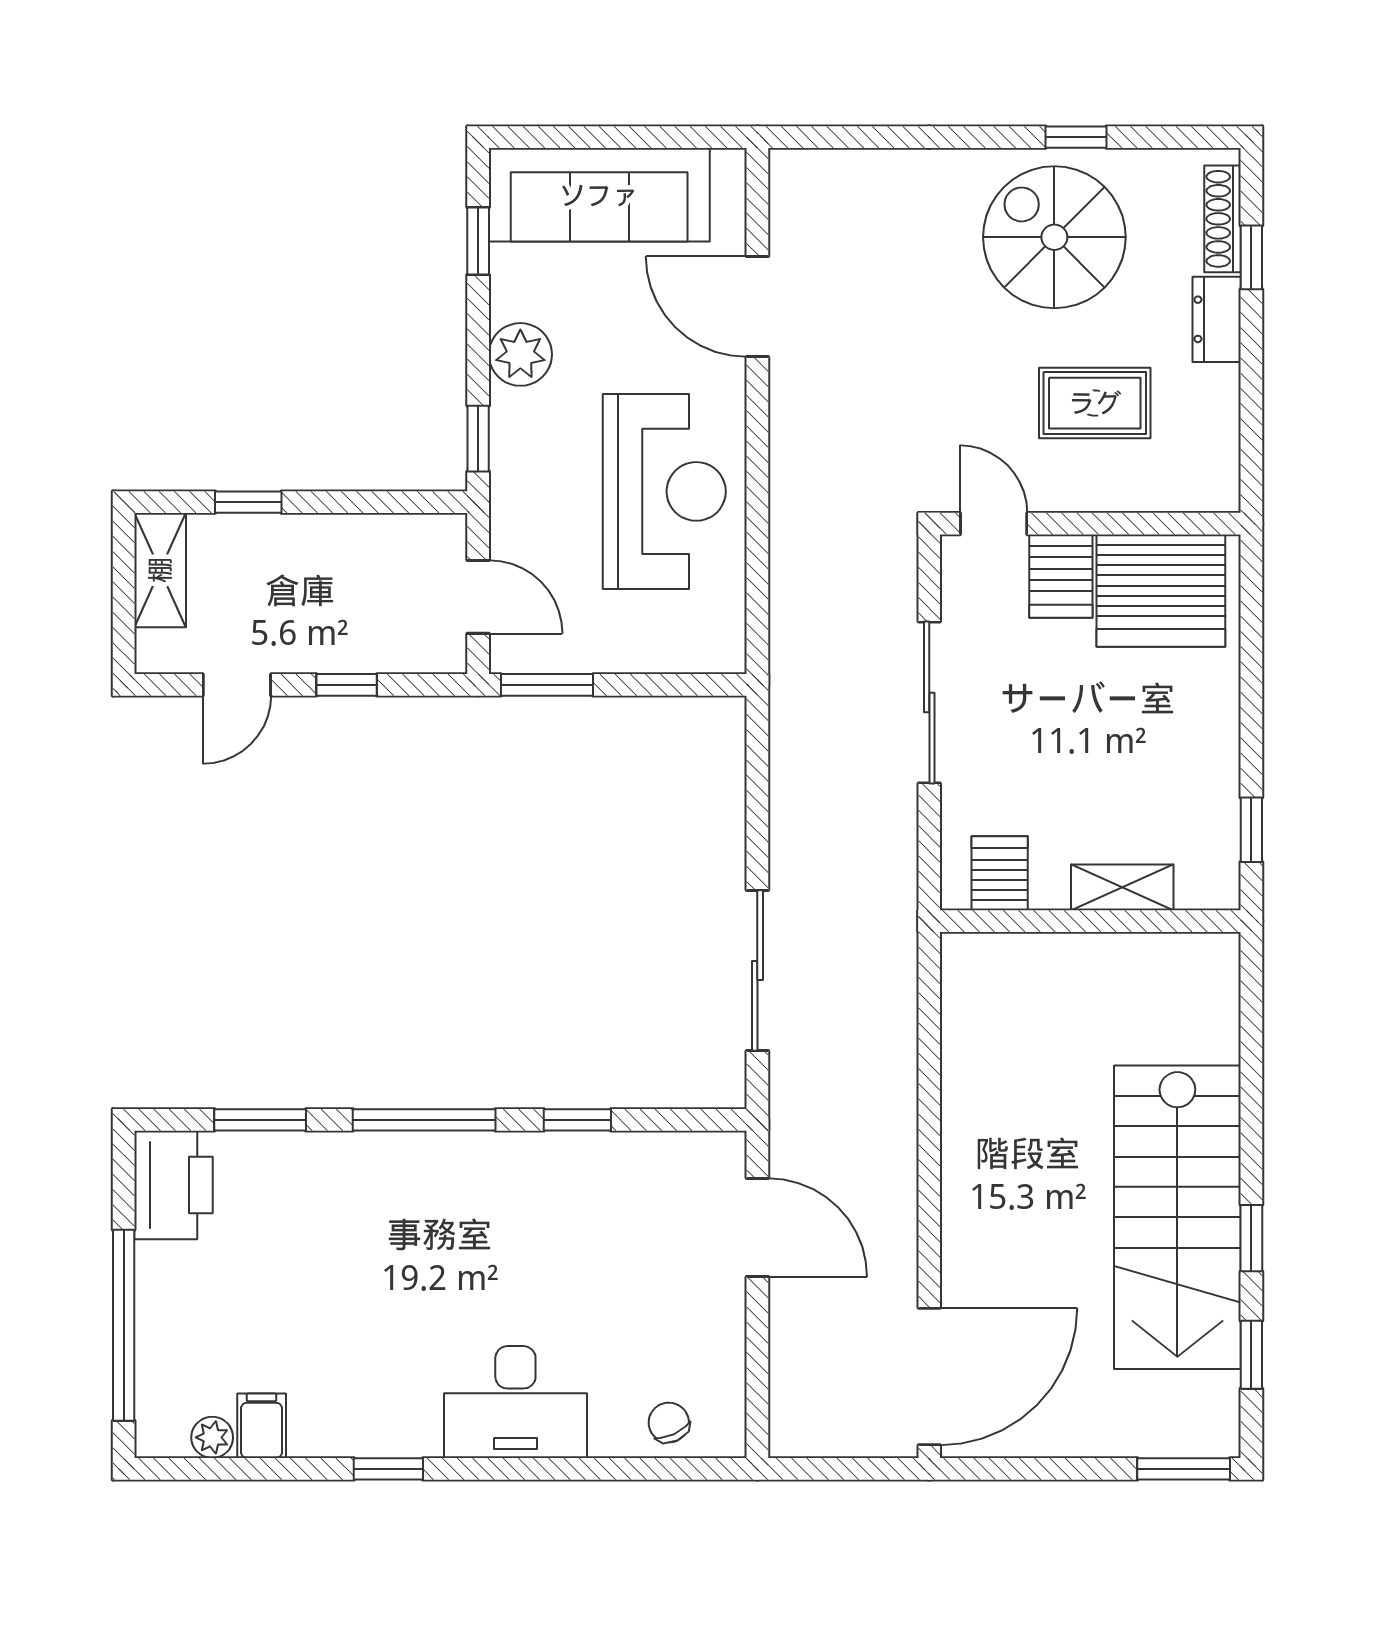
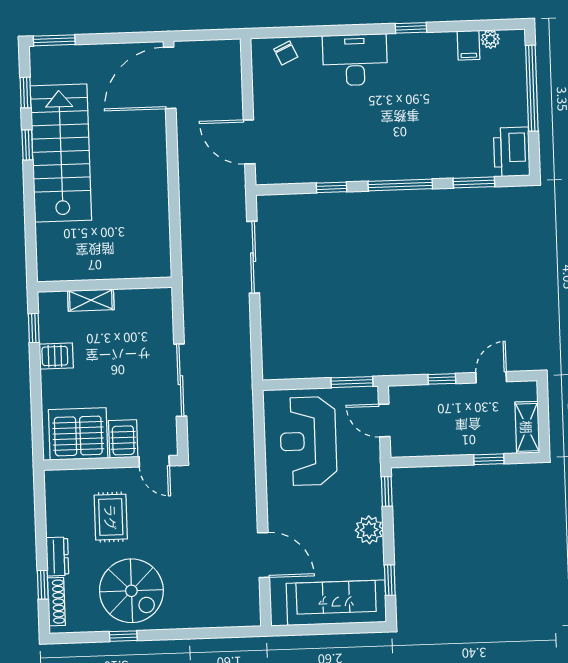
rug: (1095, 403) -> (111, 517), turned 90
reception desk: (664, 491) -> (308, 441), moved
server rack: (1000, 873) -> (56, 356), moved, turned -90

